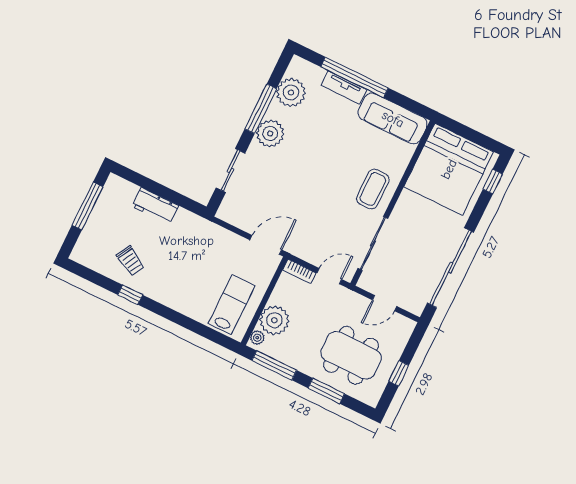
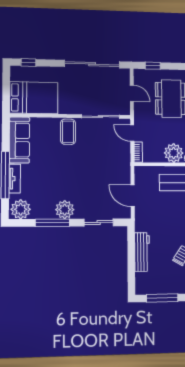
plant: (291, 92) -> (21, 209), moved
bed: (449, 169) -> (34, 98), width x0.73
coffee table: (373, 189) -> (68, 132), turned 90
workbench: (155, 206) -> (142, 252), width x1.38
door: (266, 245) -> (133, 196), moved
window: (399, 373) -> (153, 66), moved

